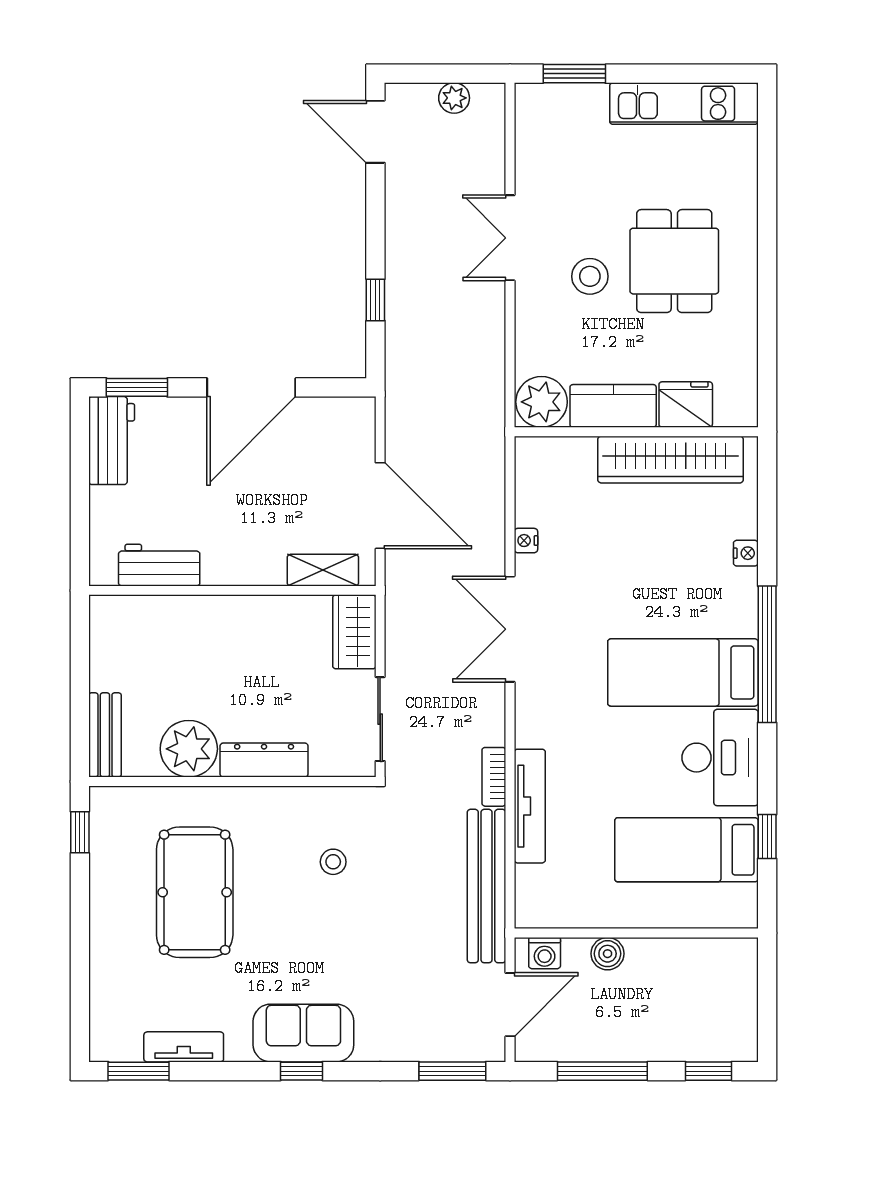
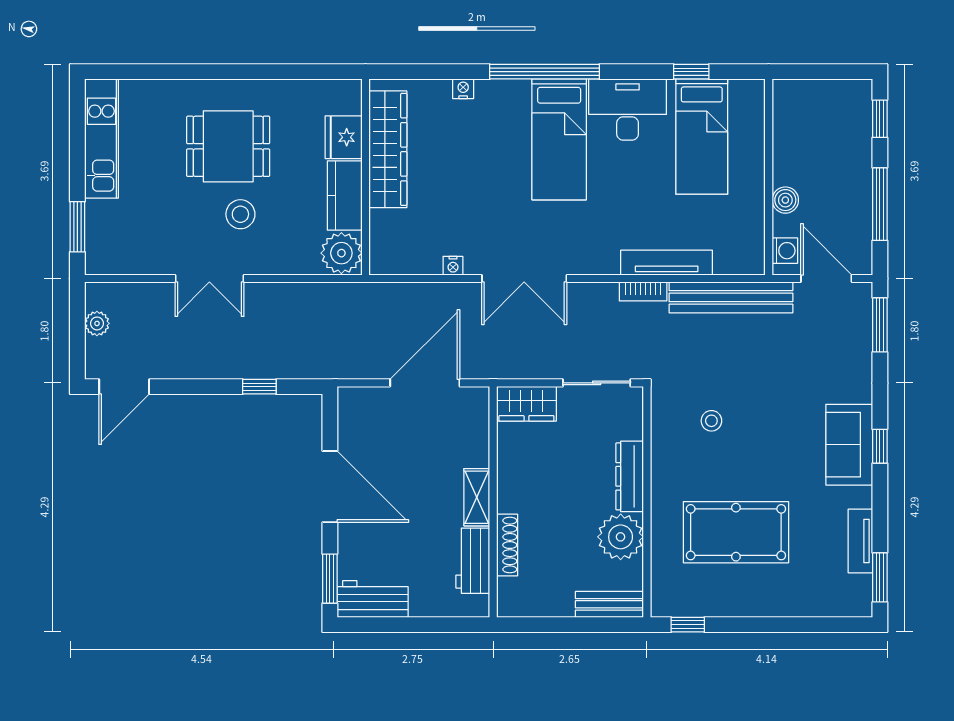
shelving: (323, 570) -> (477, 497), moved
shoe rack: (179, 608) -> (507, 545), added

